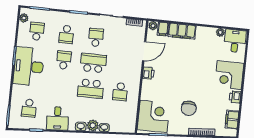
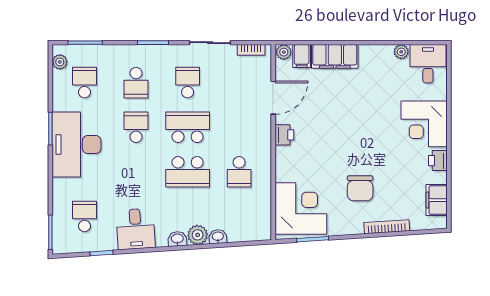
school desk: (29, 108) -> (85, 216), turned 180

